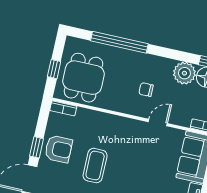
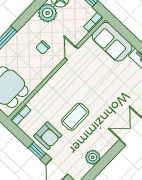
armchair: (59, 149) -> (48, 136), turned 90
coffee table: (95, 166) -> (75, 117), turned 90

